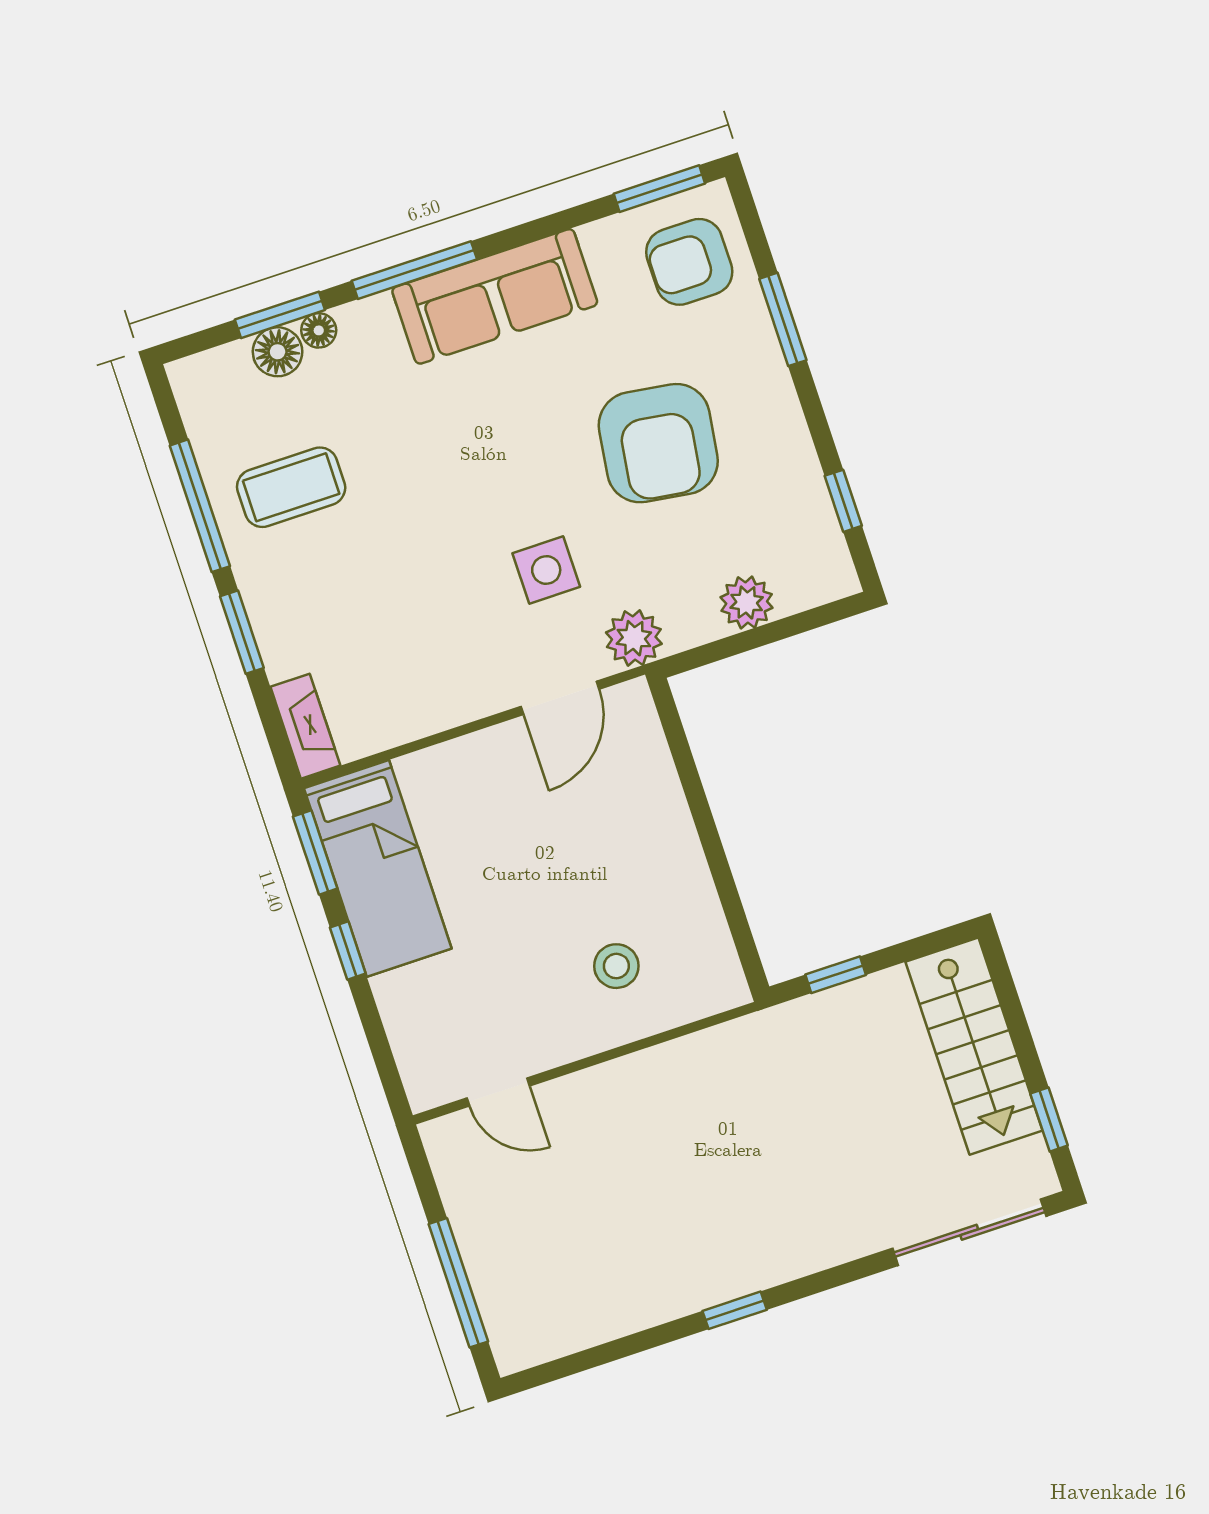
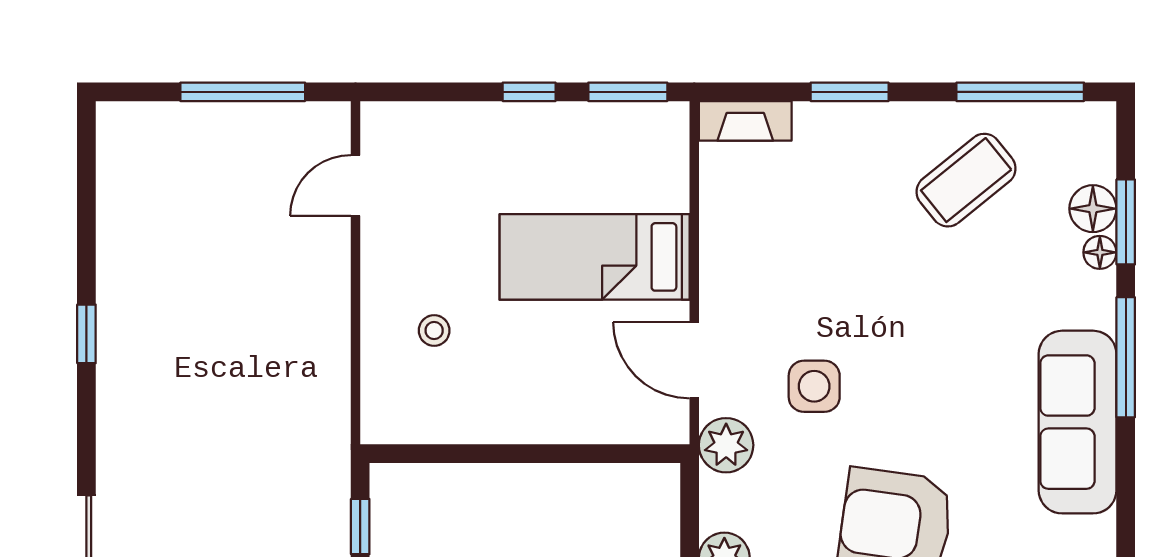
coffee table: (291, 487) -> (966, 180), turned 51
window: (200, 506) -> (1020, 92), moved
bed: (378, 868) -> (595, 257), moved
stool: (616, 966) -> (434, 331), width x0.73, depth x0.73
window: (458, 1283) -> (243, 92), moved

